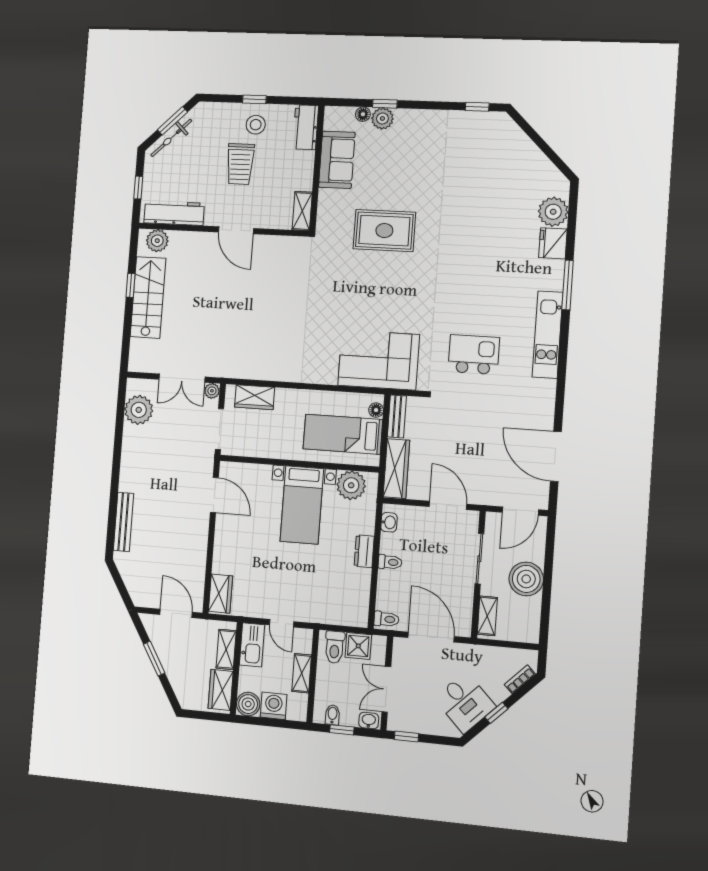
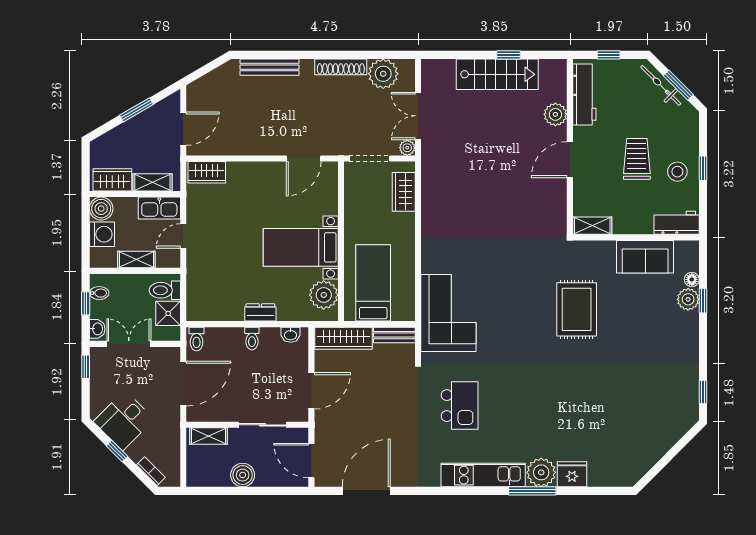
trolley: (240, 164) -> (637, 159), turned 90
plant: (553, 212) -> (541, 472), moved
plant: (157, 241) -> (555, 114), moved
floor lamp: (376, 410) -> (399, 314), removed
shoe rack: (129, 451) -> (341, 67), added
boiler: (526, 579) -> (243, 475), width x0.73, depth x0.73

